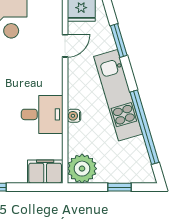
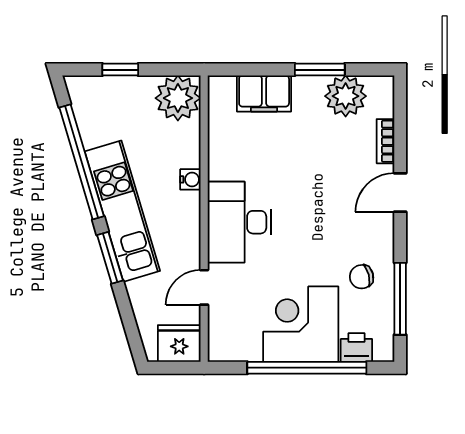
window: (119, 41) -> (110, 258), moved
desk: (42, 114) -> (239, 222), moved, width x1.37
filing cabinet: (45, 172) -> (264, 94), moved

